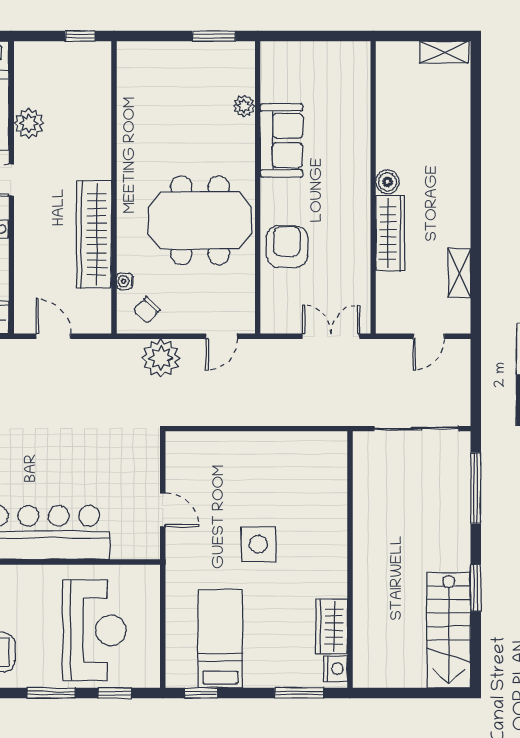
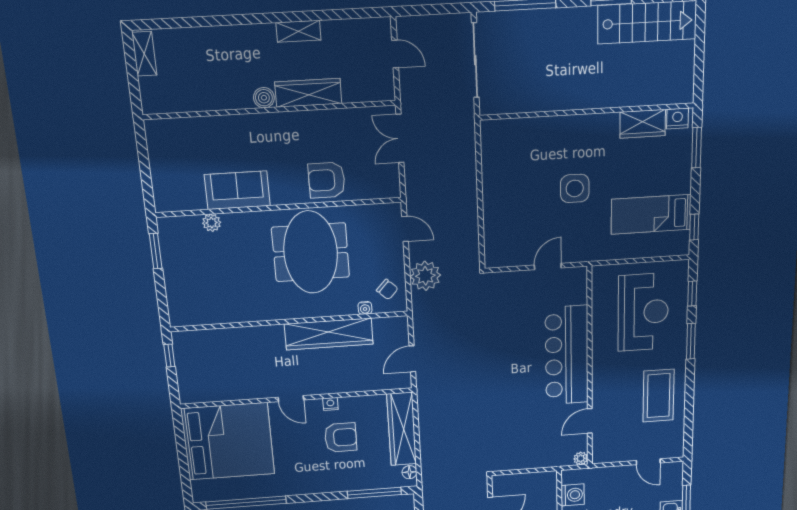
plant: (29, 123) -> (244, 389), removed
shelving: (460, 273) -> (298, 31), moved
reception desk: (95, 630) -> (643, 312), turned 90

